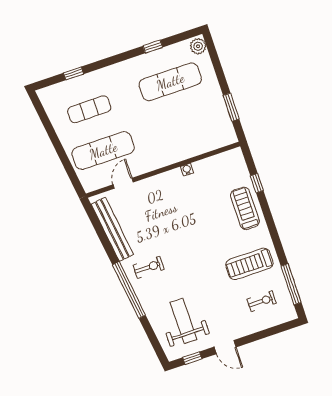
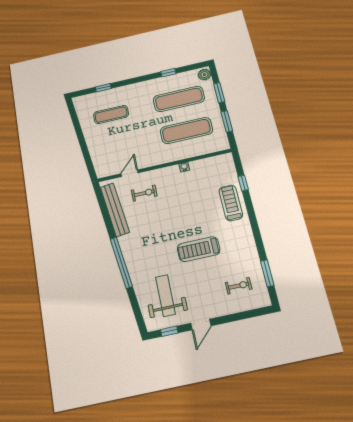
window: (218, 70) -> (219, 93), added
exercise mat: (103, 151) -> (186, 131), moved
treadmill: (249, 264) -> (199, 249), moved
exercise bike: (149, 267) -> (144, 193), moved
window: (291, 284) -> (267, 273), width x0.69
door: (225, 347) -> (201, 324), hinge flipped

